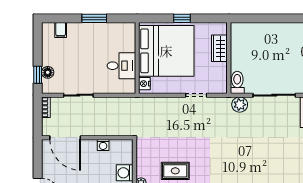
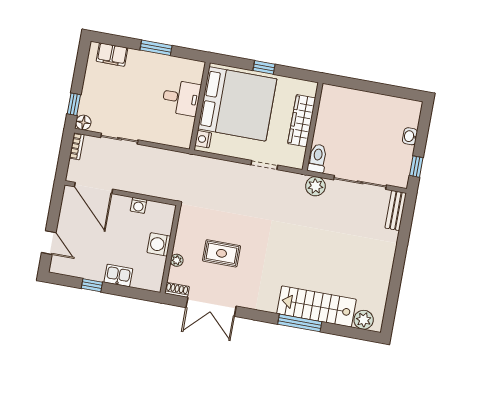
filing cabinet: (61, 30) -> (112, 55), width x2.00
wardrobe: (219, 48) -> (302, 121), width x1.50
desk: (121, 66) -> (181, 98), moved
floor lamp: (48, 72) -> (83, 122), moved

